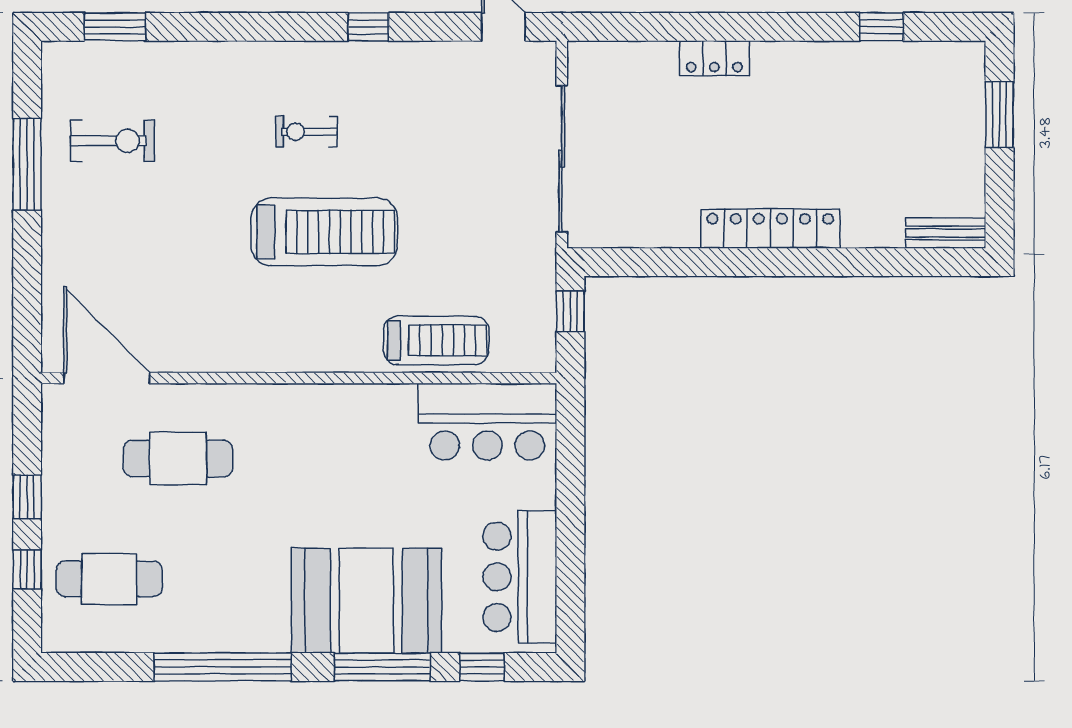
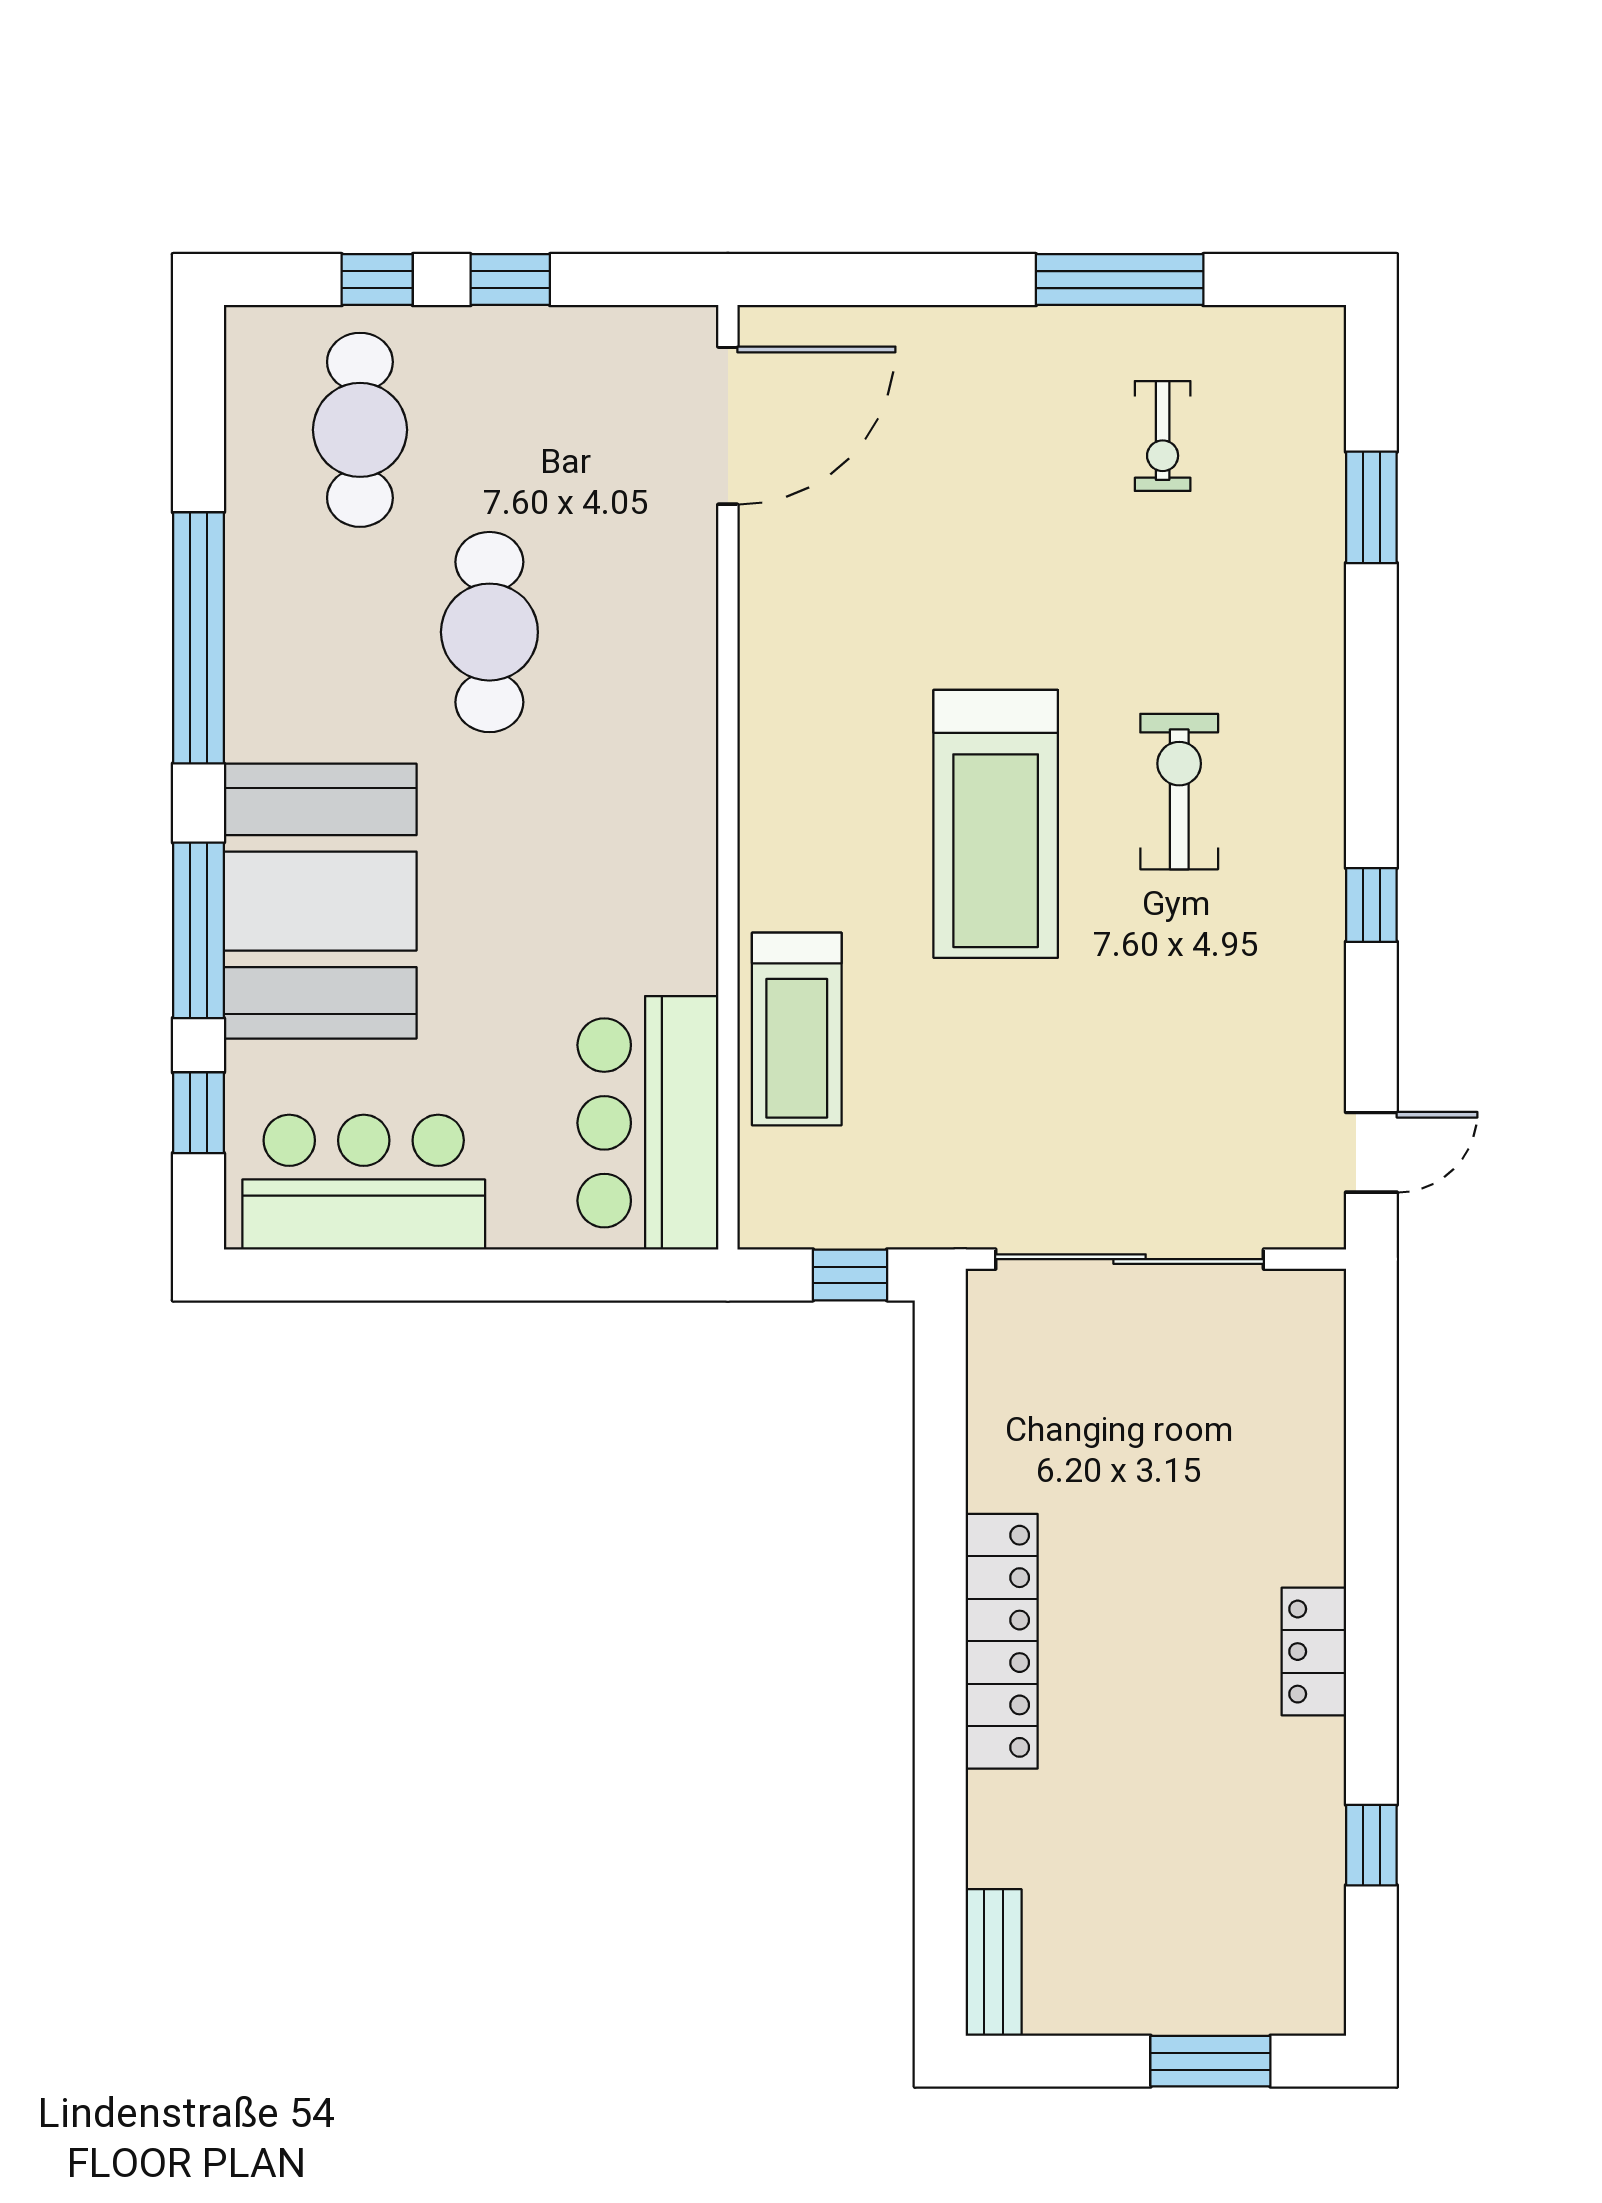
window: (115, 27) -> (1371, 507), moved
locker: (714, 58) -> (1314, 1652), moved
exercise bike: (307, 132) -> (1179, 792), width x1.38, depth x1.39
exercise bike: (112, 141) -> (1163, 436), width x0.73, depth x0.72
cafe table: (178, 458) -> (489, 632), moved

